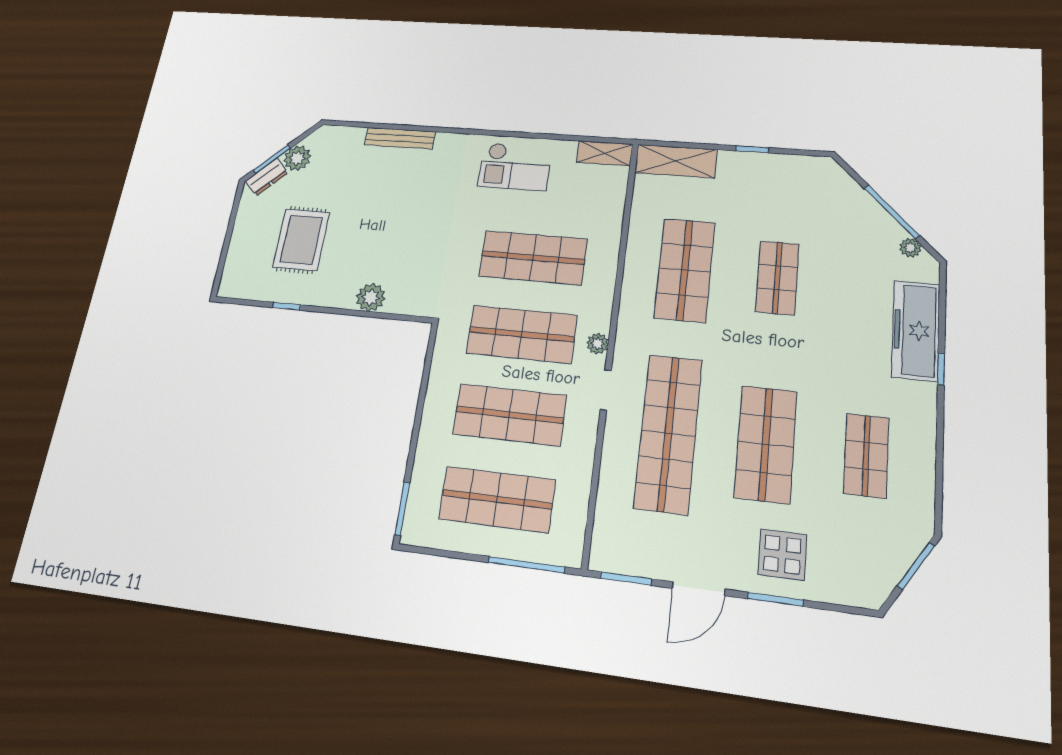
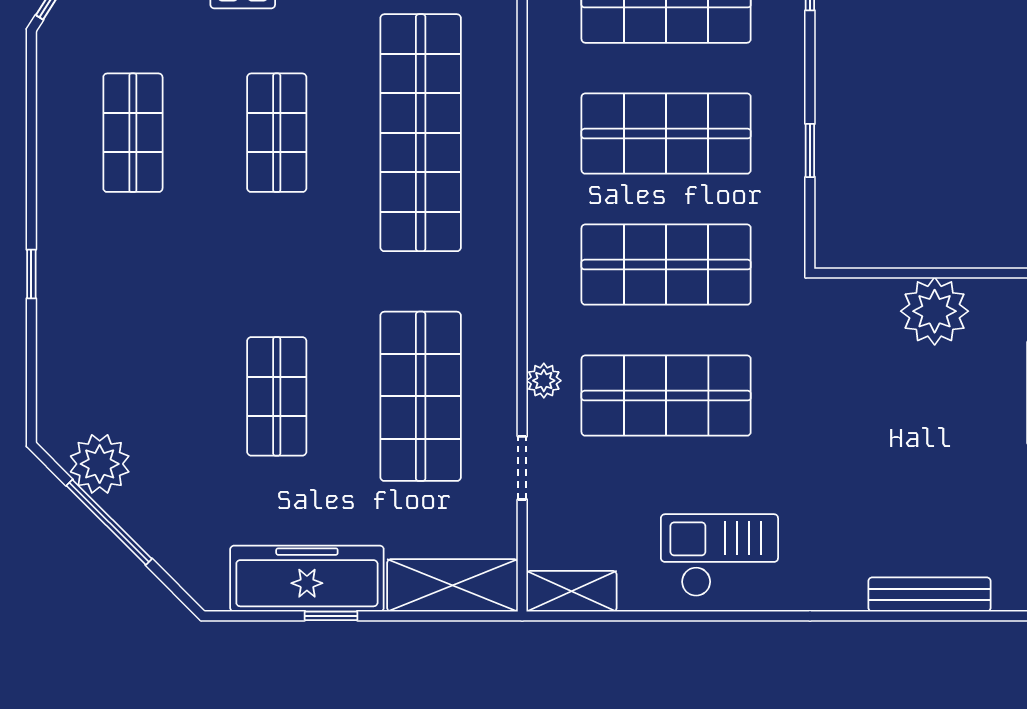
plant: (910, 248) -> (100, 464), width x1.87, depth x1.87
plant: (371, 297) -> (935, 311), width x1.36, depth x1.36
freezer: (916, 330) -> (307, 579), moved, turned -90
plant: (598, 344) -> (544, 381), moved
doorway: (606, 390) -> (522, 468), moved
window: (422, 394) -> (810, 150), added
shop shelf: (766, 444) -> (277, 133), width x0.70, depth x0.74

